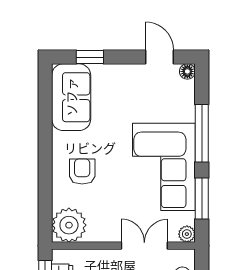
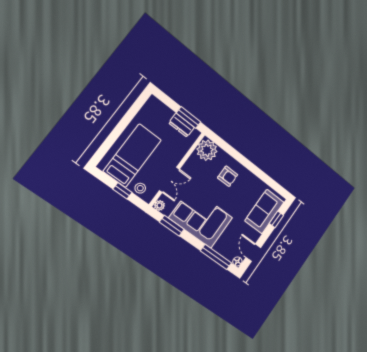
door: (159, 57) -> (253, 253), swing flipped
sofa: (71, 97) -> (264, 211), moved, turned 90
window: (202, 133) -> (216, 257), moved

